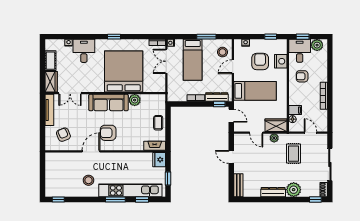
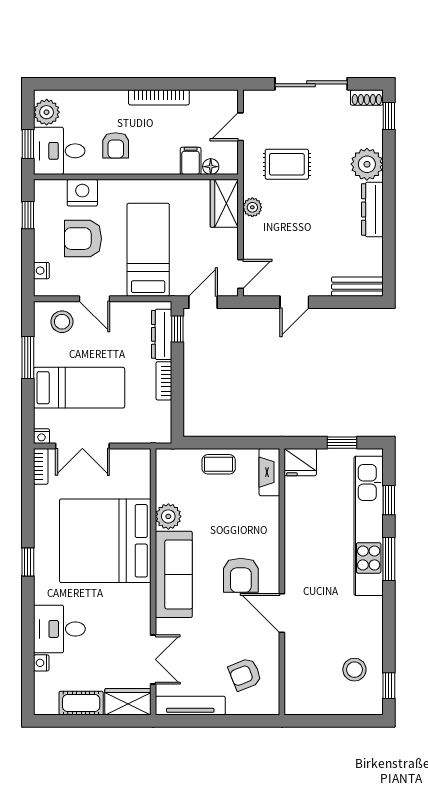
door: (256, 133) -> (241, 274), moved
stool: (88, 180) -> (354, 670), moved

